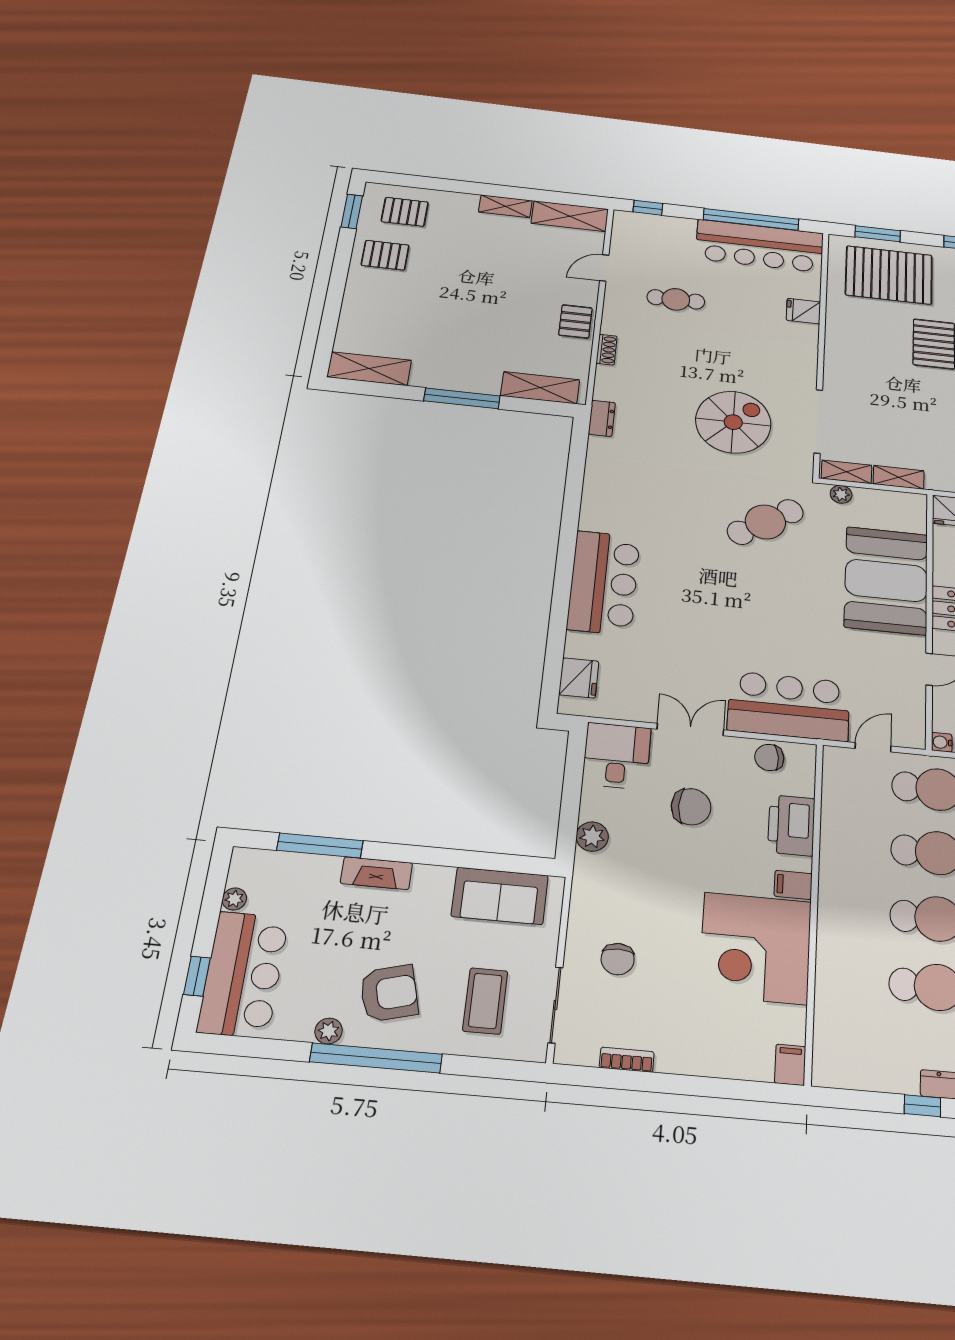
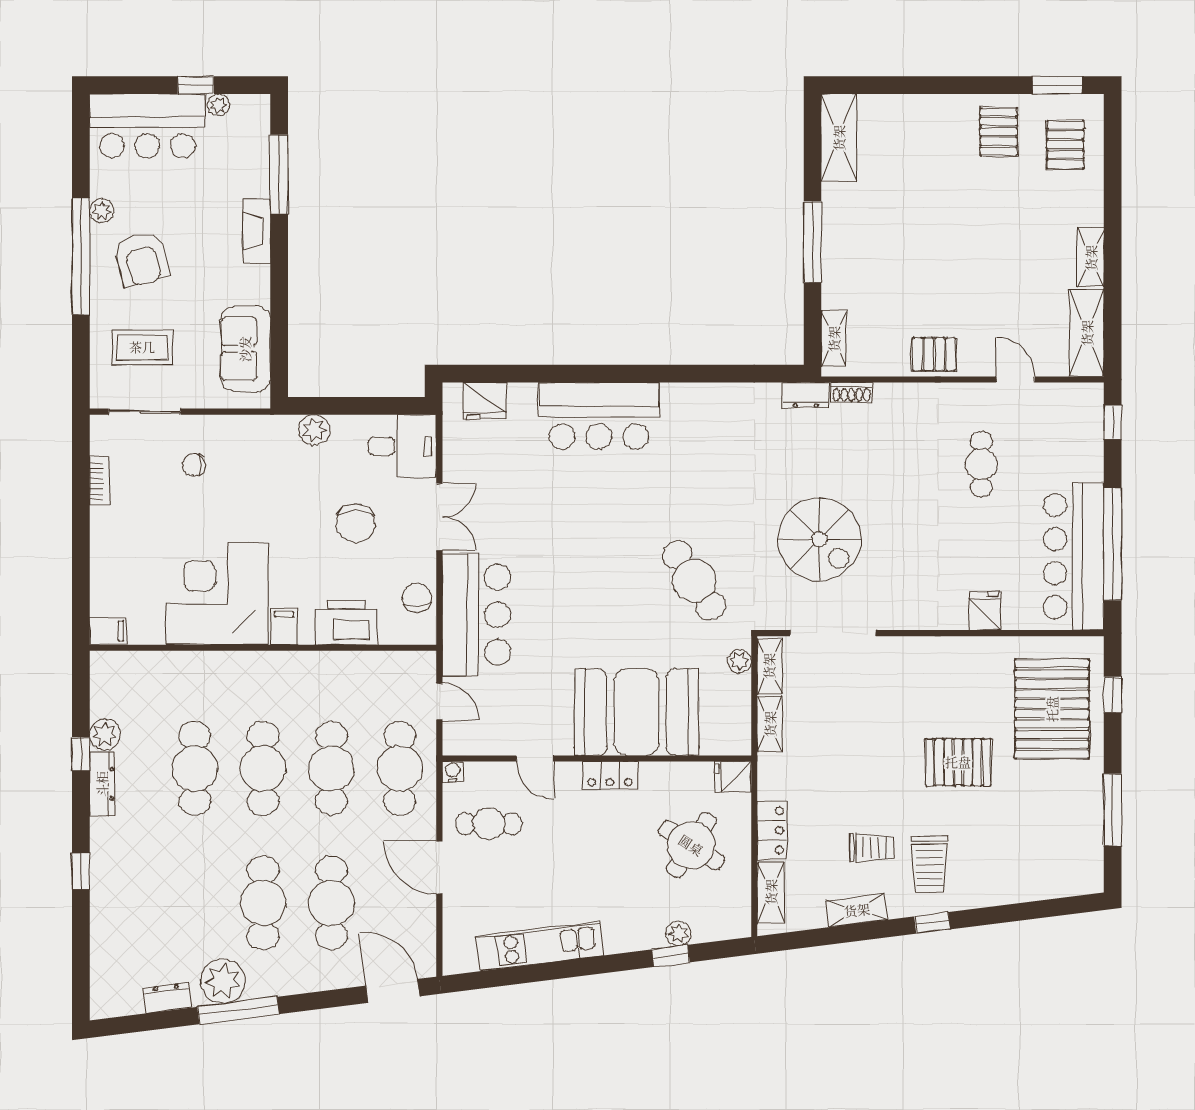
window: (878, 234) -> (1113, 695), width x0.67
shoe rack: (607, 350) -> (852, 392), moved
shelving: (540, 388) -> (834, 339), width x0.67, depth x0.75
chair: (618, 959) -> (194, 465), width x0.73, depth x0.73
window: (197, 976) -> (196, 85), moved
plant: (902, 1078) -> (105, 734), added

